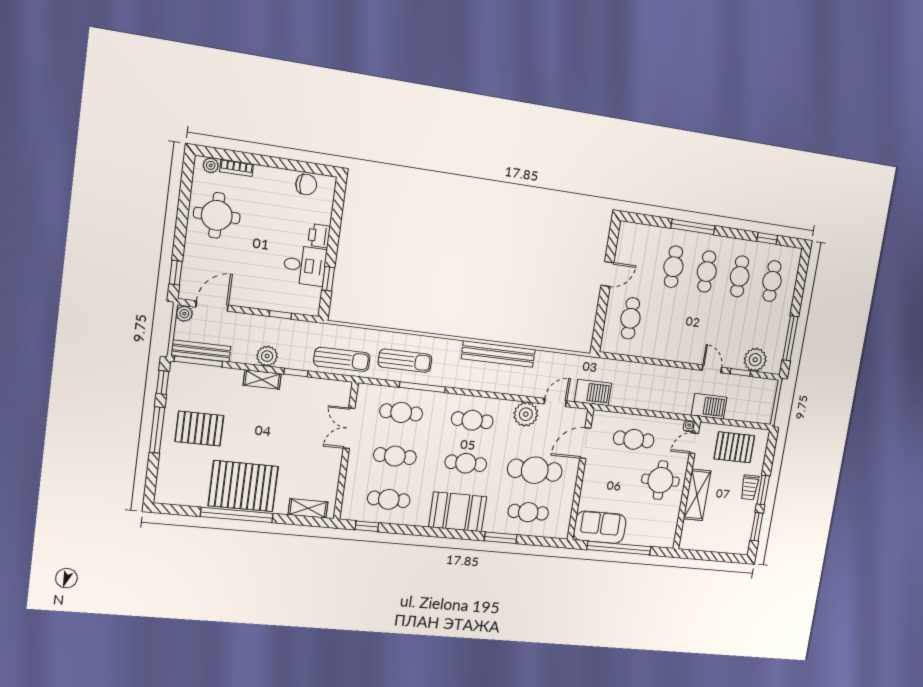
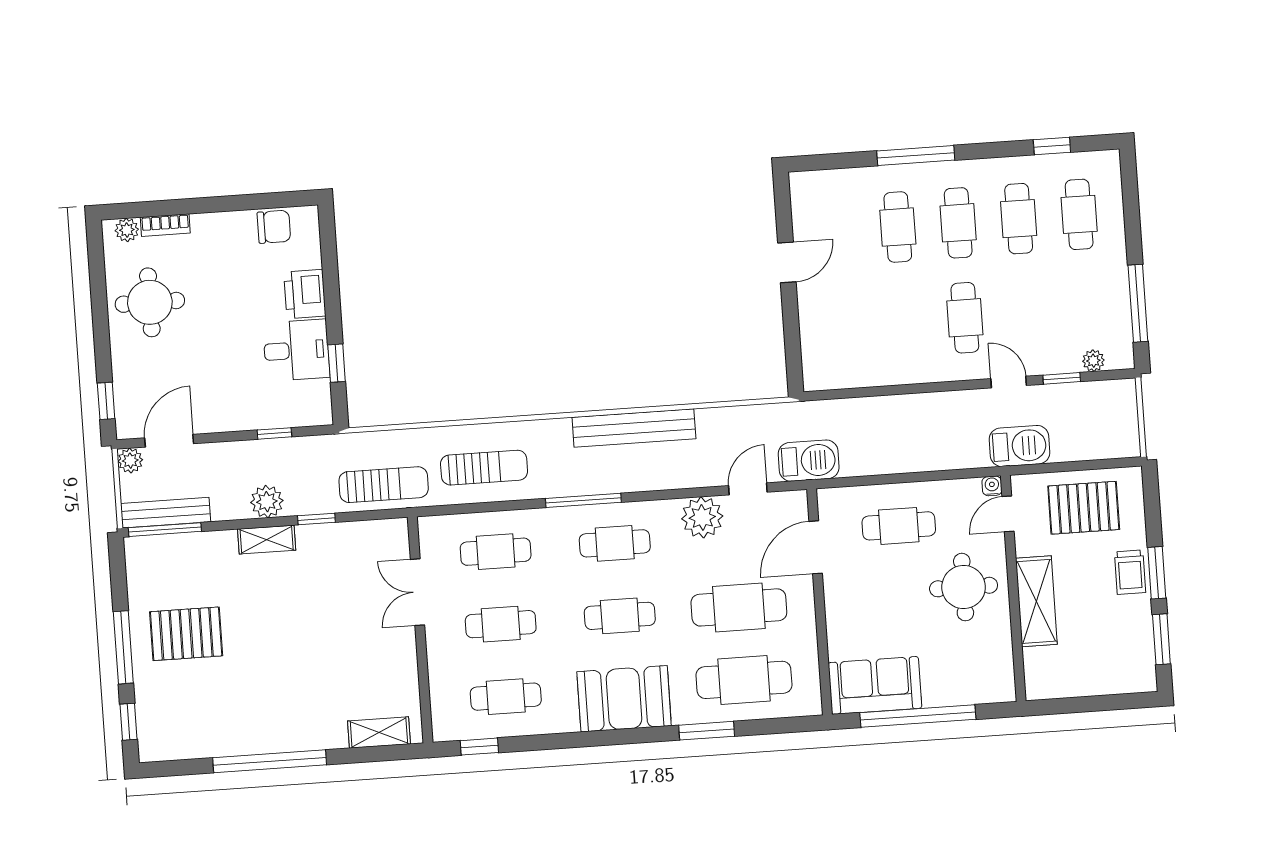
printer: (319, 236) -> (305, 294), width x1.36, depth x1.24
cafe table: (630, 318) -> (965, 318), moved
plant: (755, 360) -> (1093, 361), width x0.53, depth x0.53
window: (163, 382) -> (129, 722), moved
window: (422, 387) -> (583, 500), moved
pallet: (243, 486) -> (271, 713), removed
cafe table: (528, 512) -> (744, 680), width x1.37, depth x1.35

